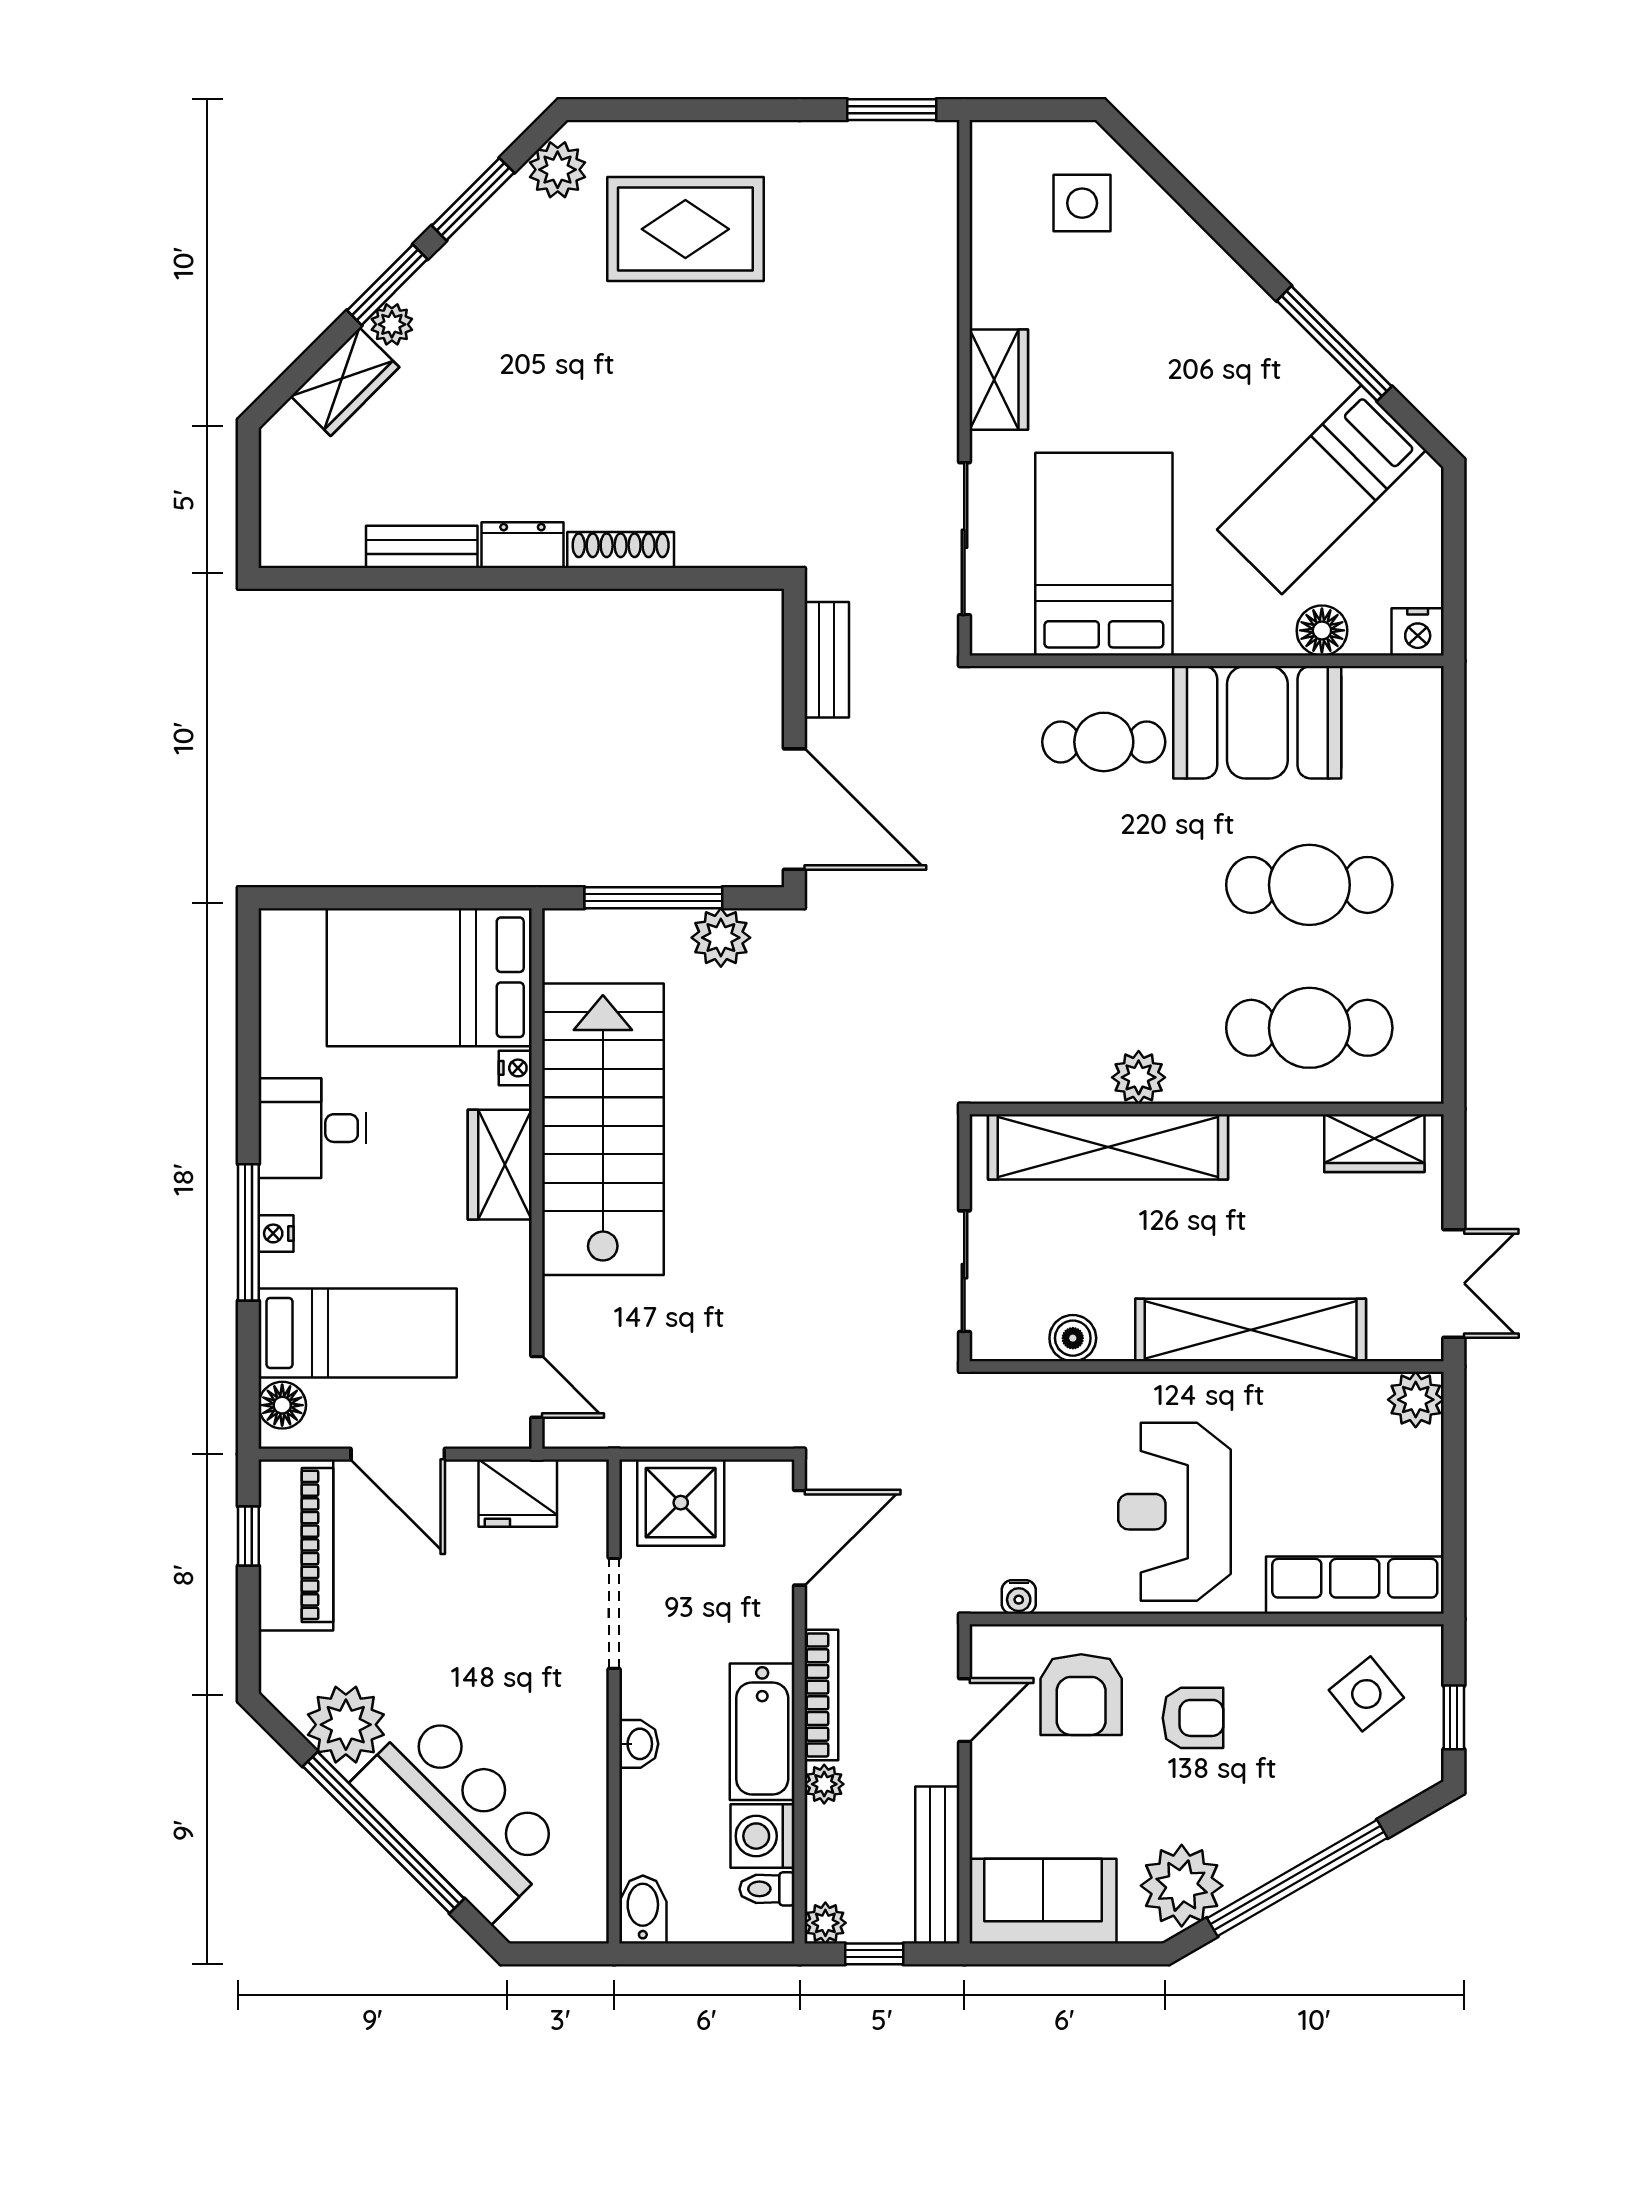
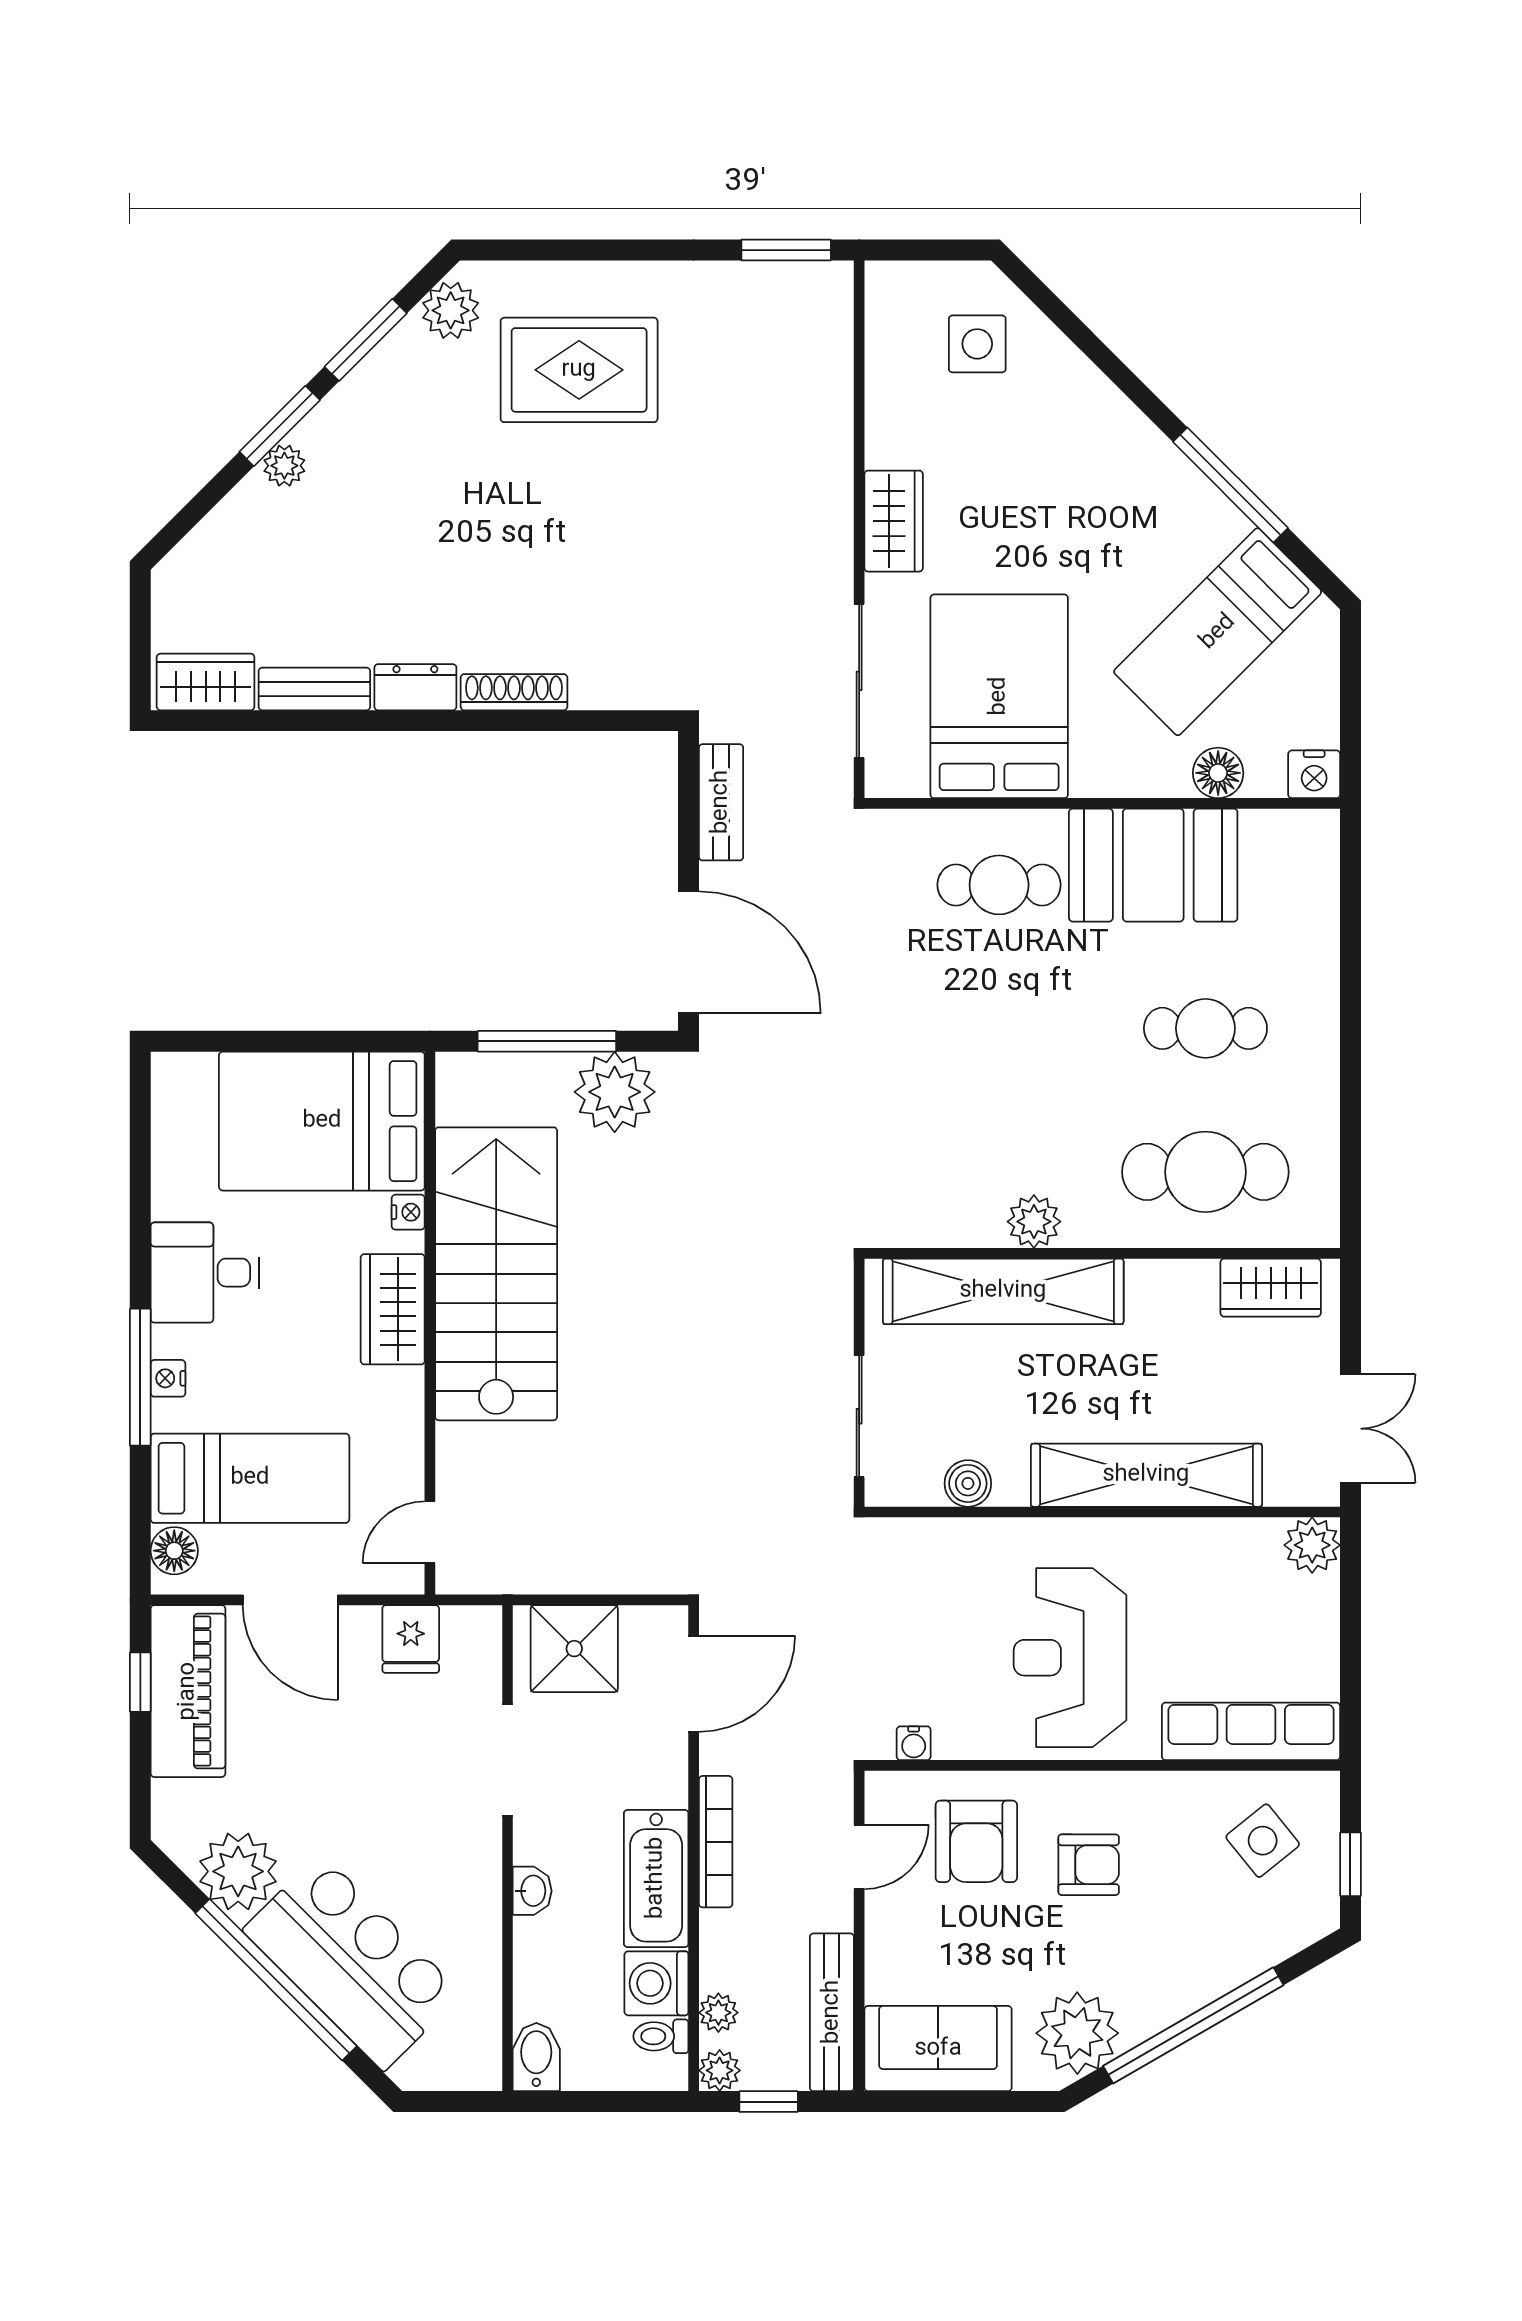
wardrobe: (345, 382) -> (206, 682), moved, turned -135
cafe table: (1309, 885) -> (1205, 1028), width x0.73, depth x0.74
plant: (721, 938) -> (615, 1092), width x1.36, depth x1.36
door: (537, 1387) -> (430, 1532), swing flipped
fridge: (518, 1493) -> (411, 1639), width x0.72
plant: (824, 1784) -> (718, 2013), moved

